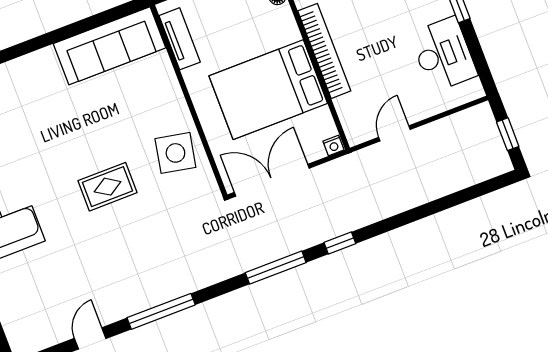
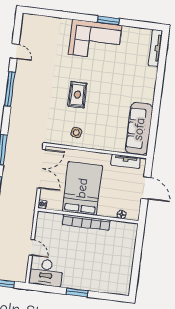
desk: (443, 54) -> (46, 273), moved
door: (394, 133) -> (32, 247), moved
side table: (175, 153) -> (76, 133), width x0.54, depth x0.54

